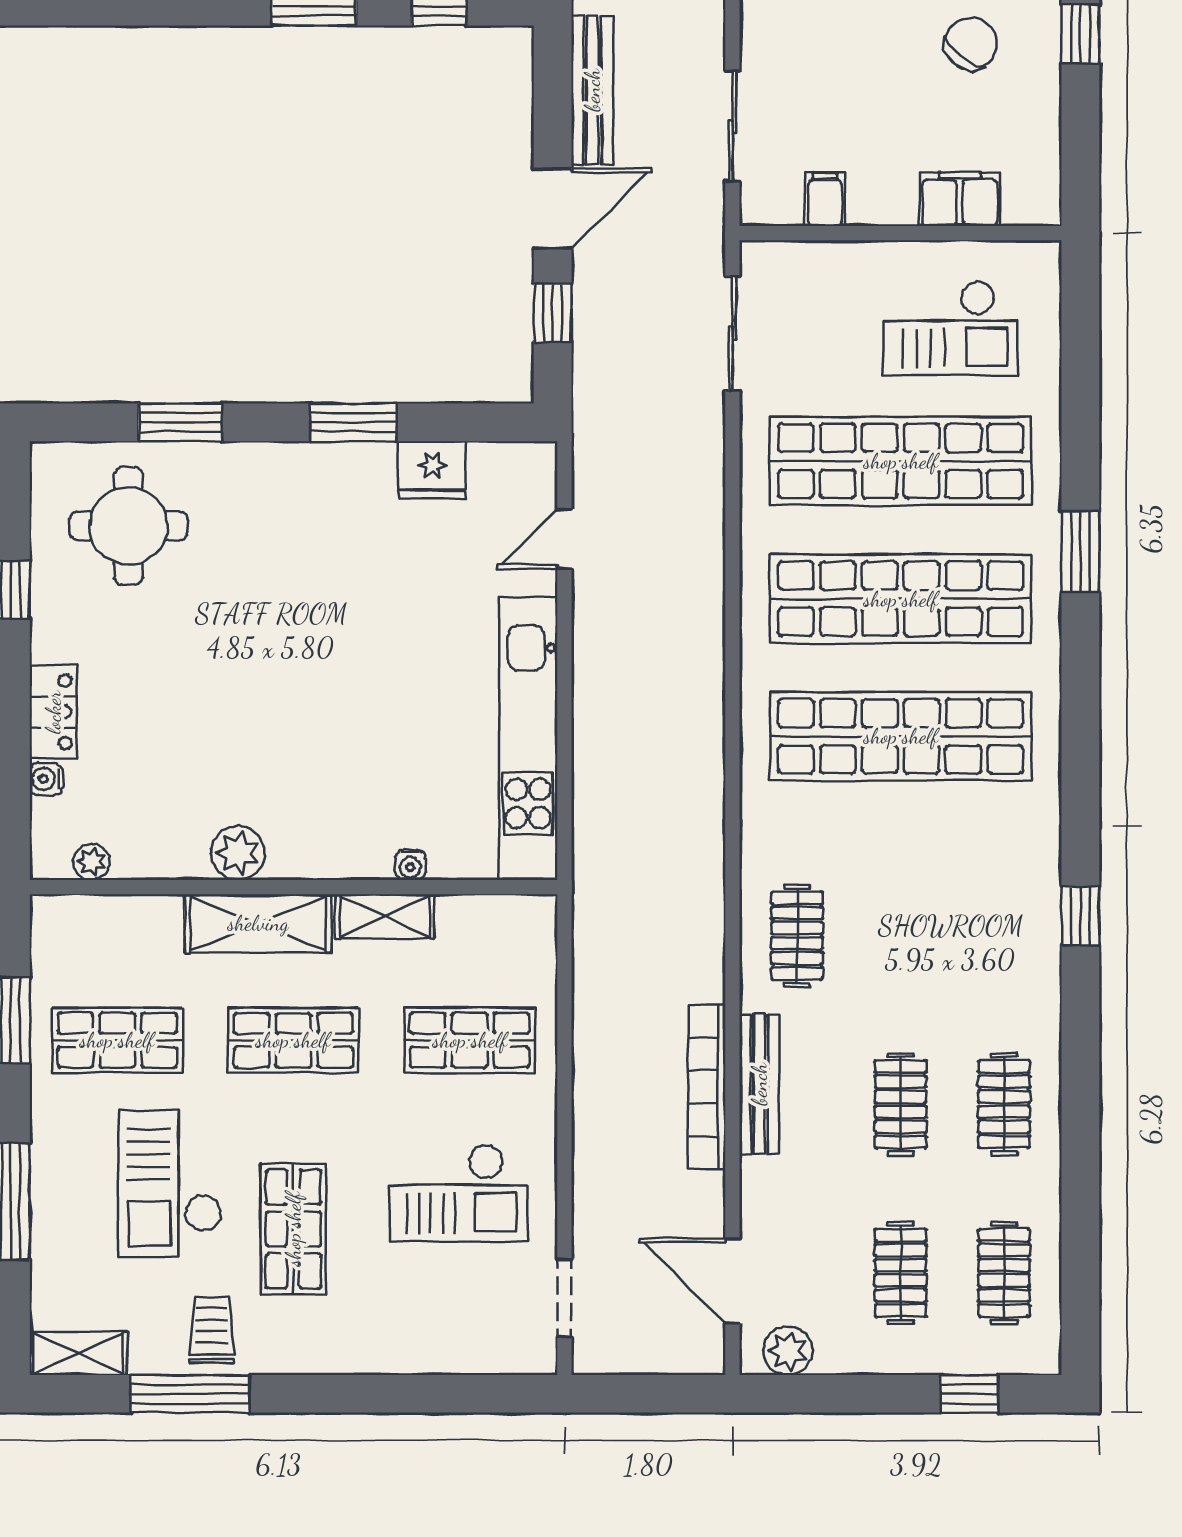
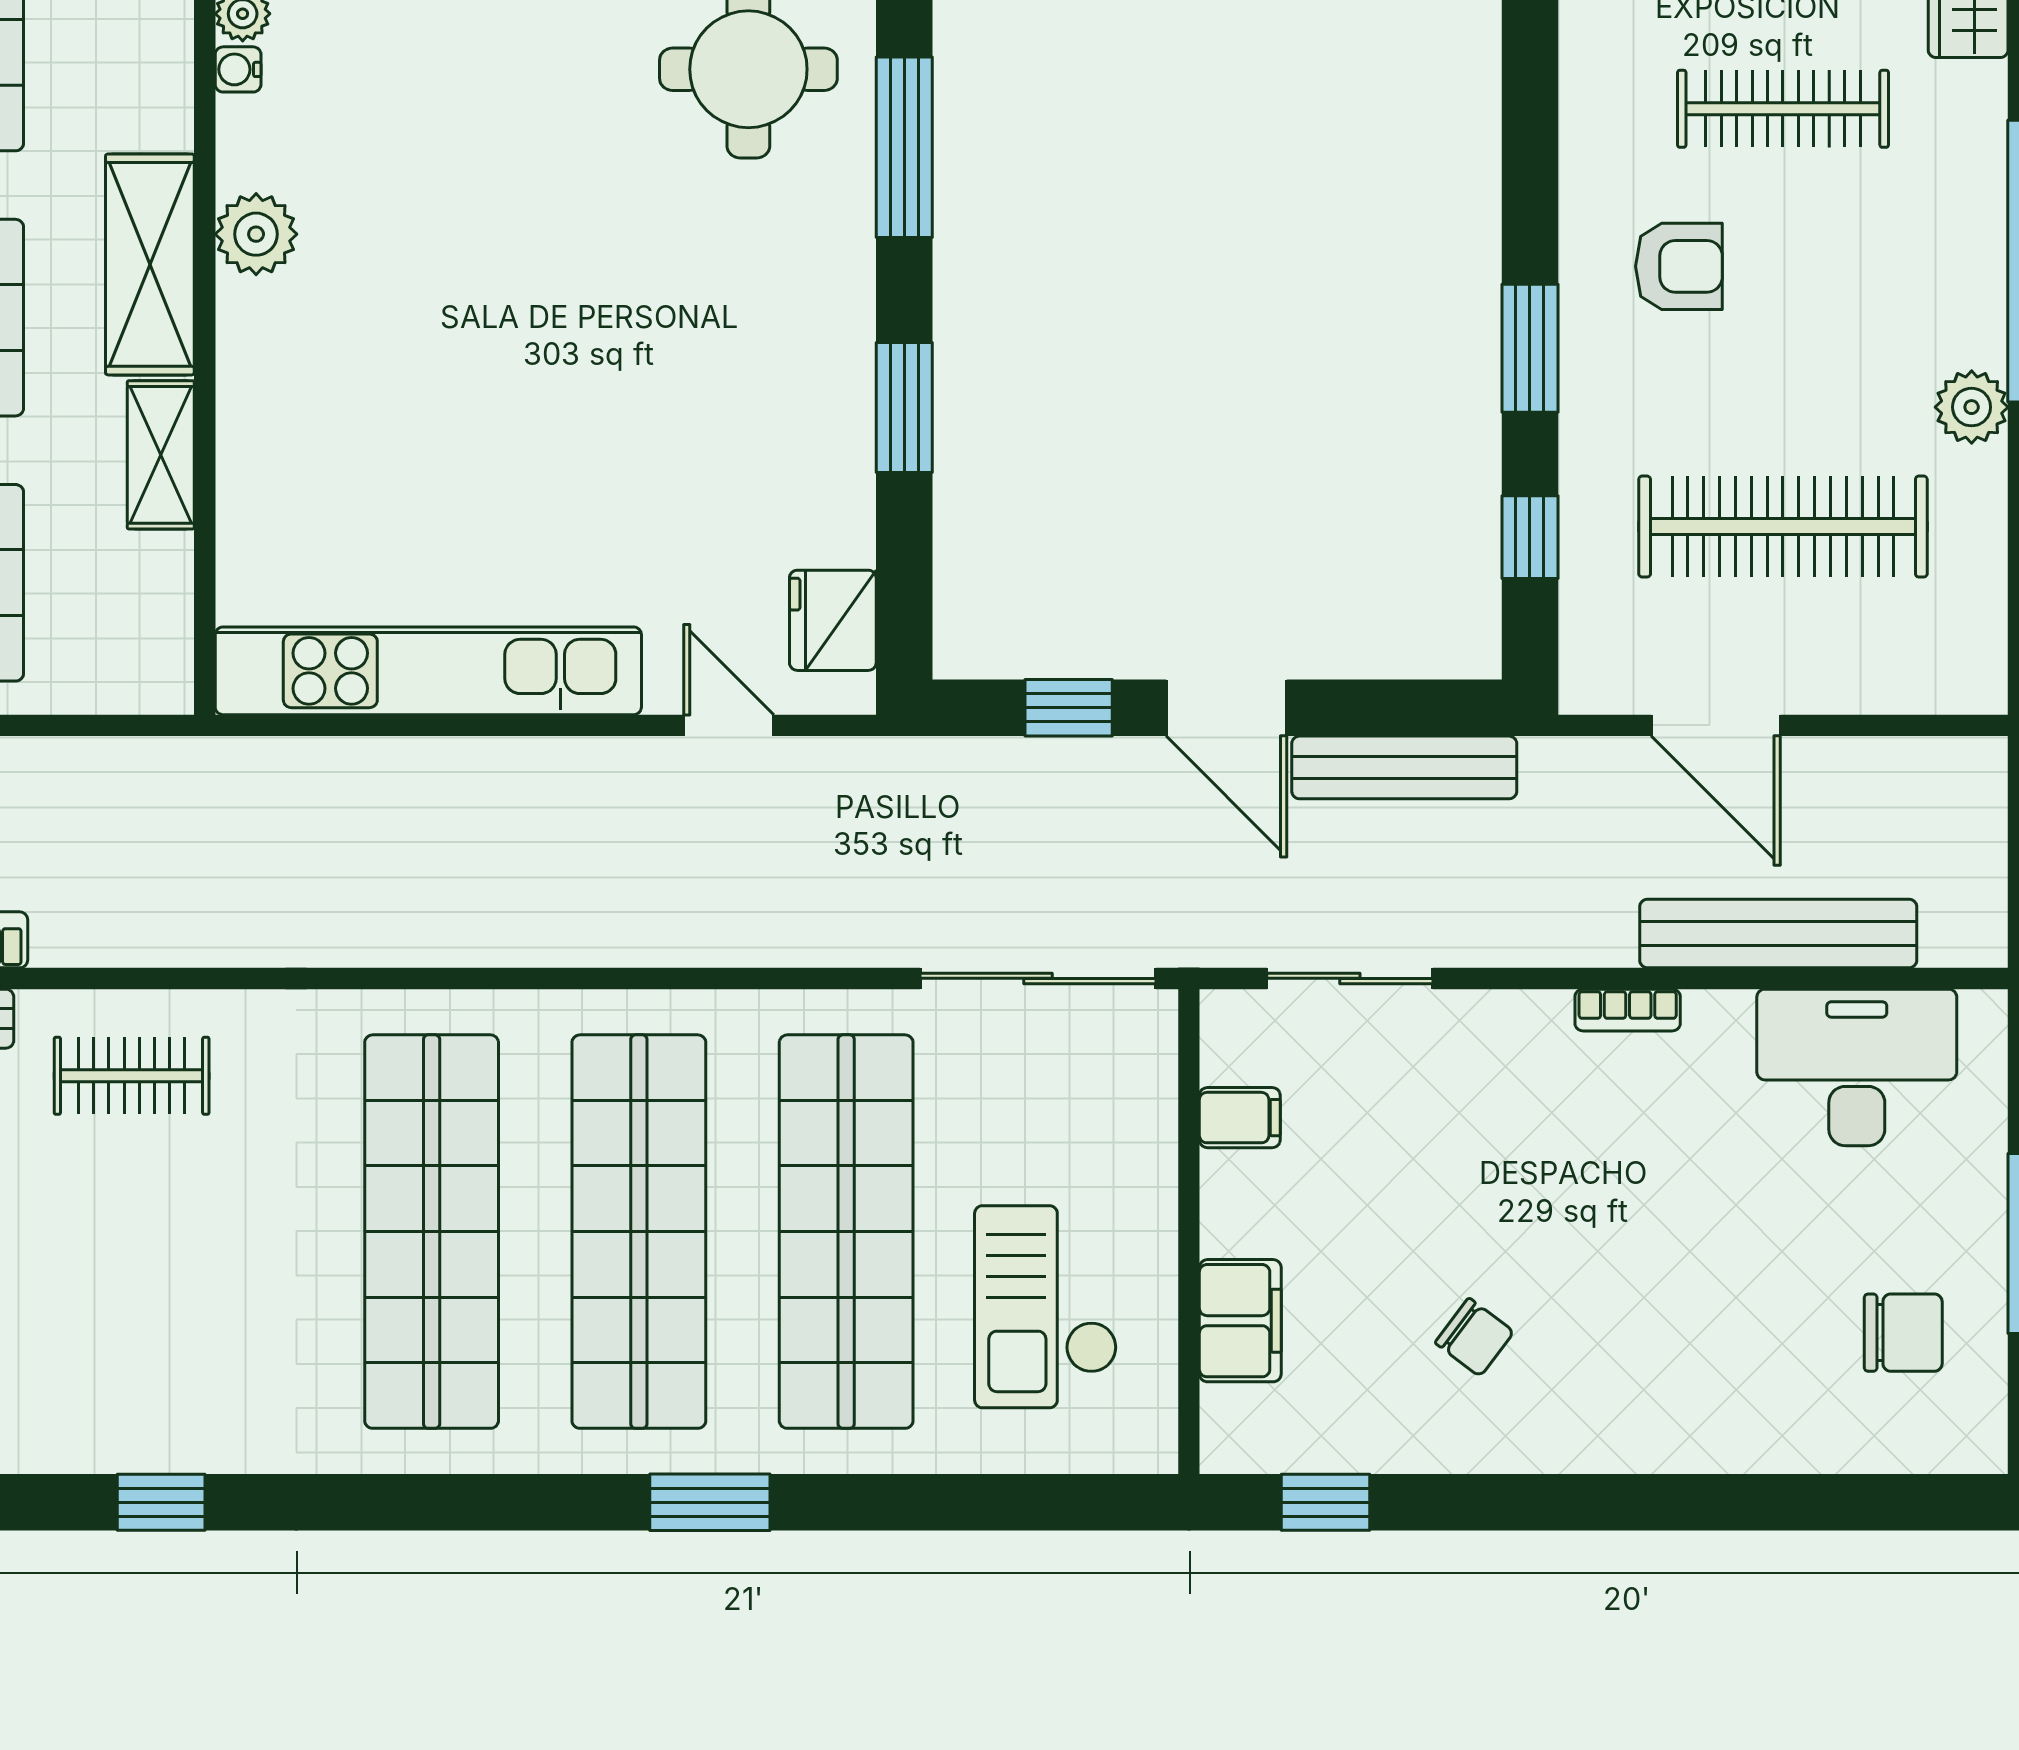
window: (1080, 34) -> (1326, 1502), moved
chair: (971, 43) -> (1474, 1337), width x0.73, depth x0.73
sliding door: (732, 333) -> (1038, 978), width x1.37
window: (180, 422) -> (904, 147), width x1.44
fridge: (432, 470) -> (833, 620), moved
water cooler: (410, 865) -> (238, 69), moved

